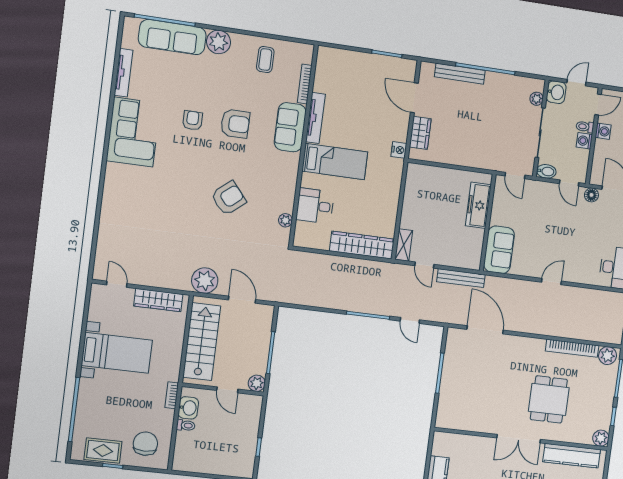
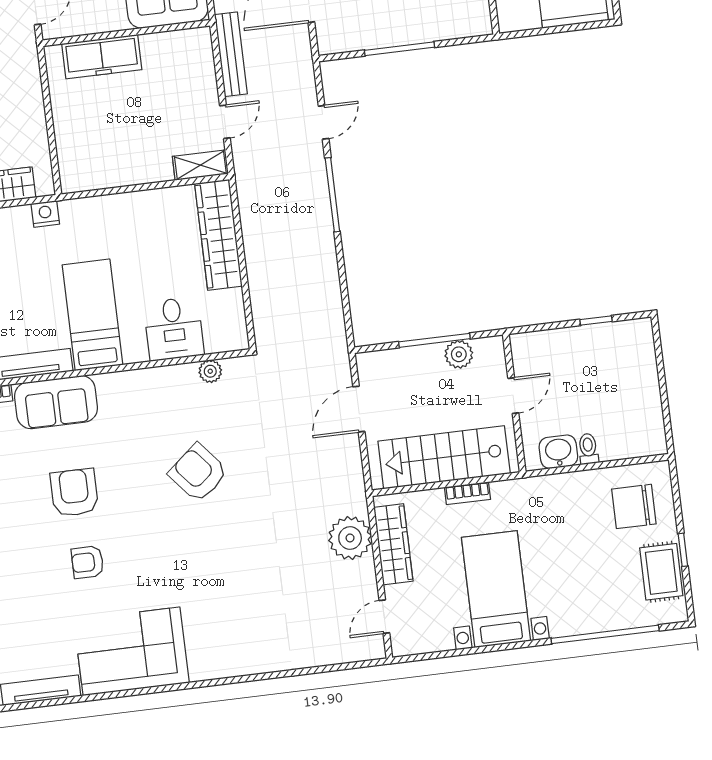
plant: (205, 281) -> (350, 538), moved
plant: (257, 383) -> (459, 354), moved
bookcase: (172, 395) -> (467, 493), moved

